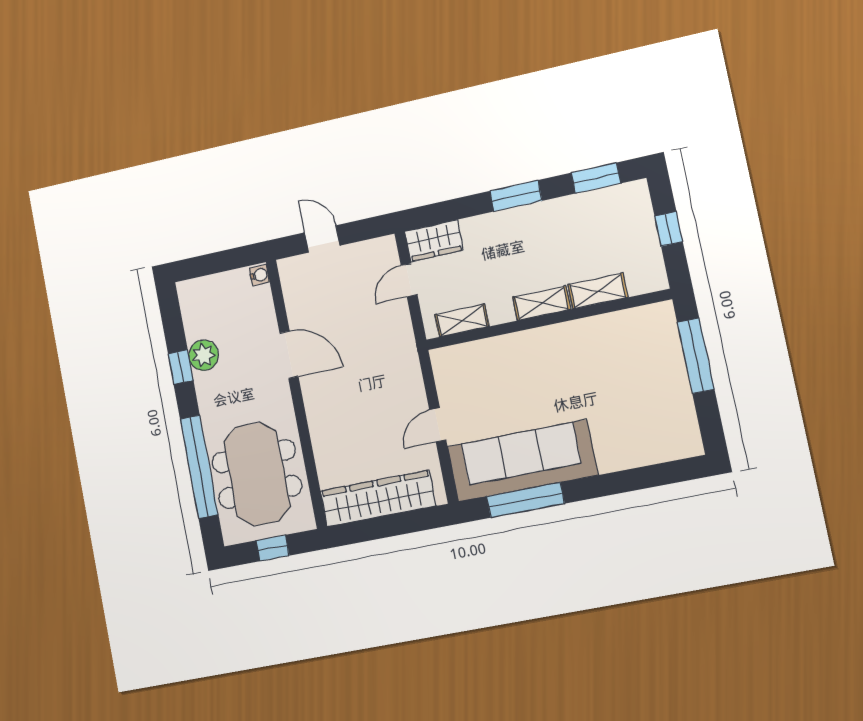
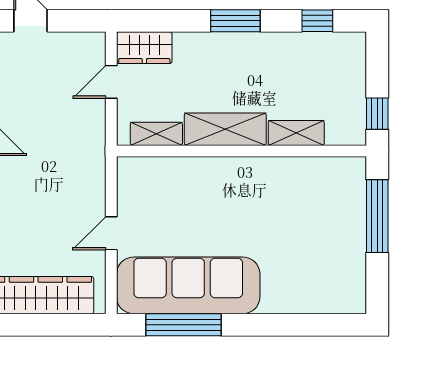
window: (596, 178) -> (317, 21), width x0.67
window: (669, 229) -> (377, 114), moved
shelving: (542, 303) -> (225, 129), width x1.50, depth x1.33

